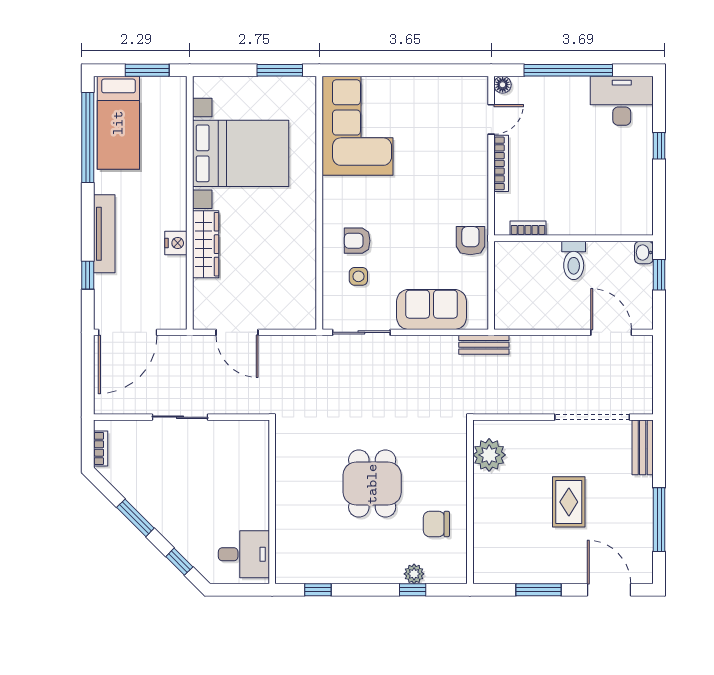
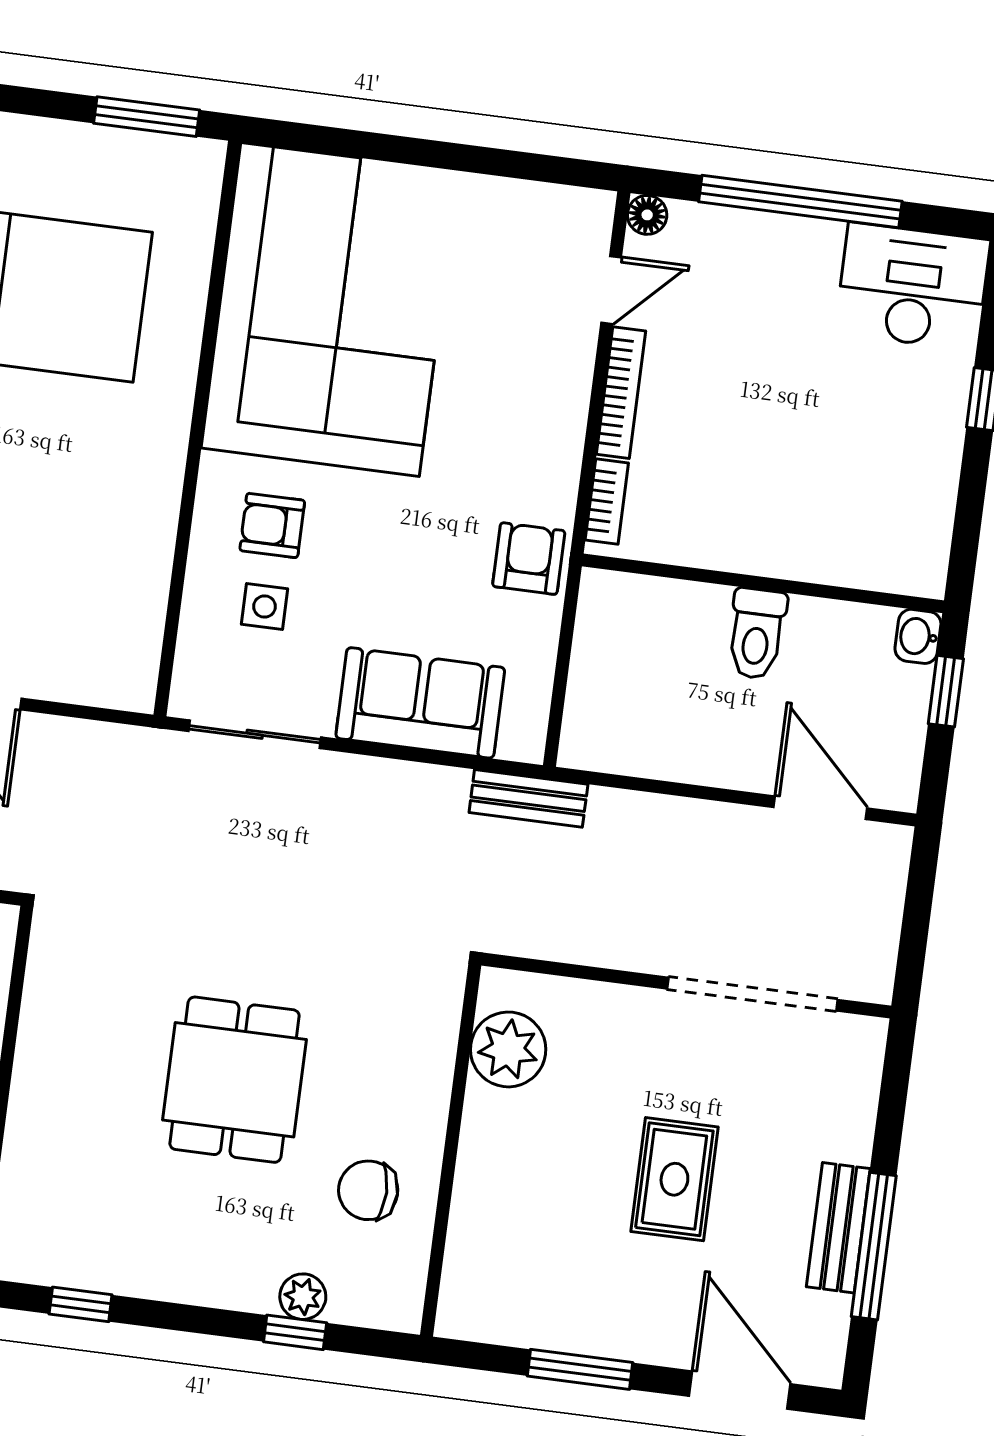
corner sofa: (357, 126) -> (330, 309), width x1.36, depth x1.36
bookcase: (528, 228) -> (607, 502), moved, turned 90
bench: (643, 447) -> (838, 1228), moved

